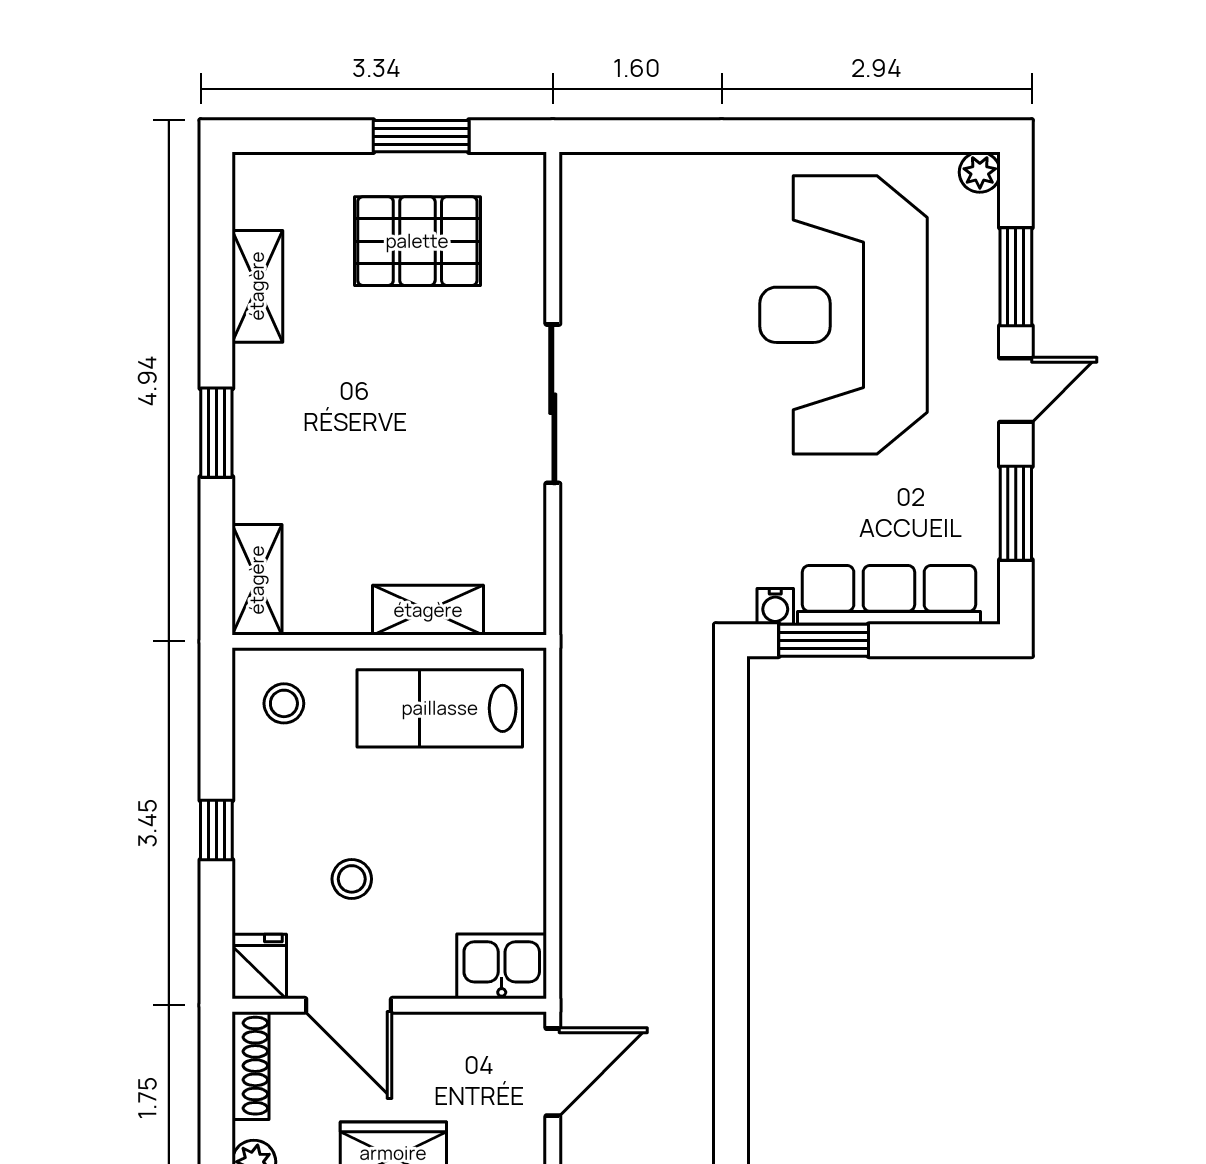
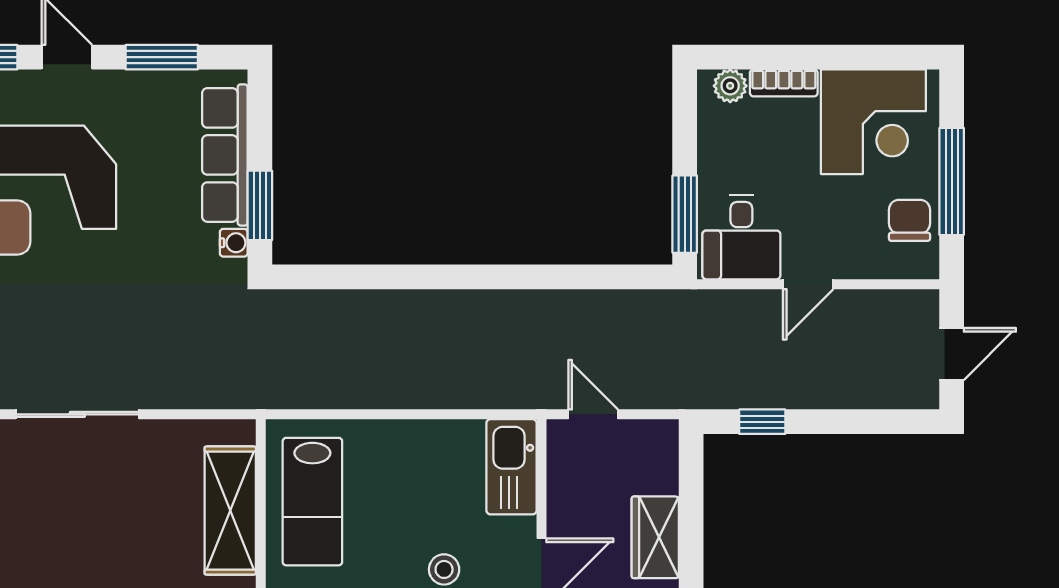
shelving: (428, 610) -> (230, 511), width x1.50, depth x1.33
kitchen sink: (502, 966) -> (512, 467), width x1.38
door: (553, 1072) -> (593, 414), width x0.73

